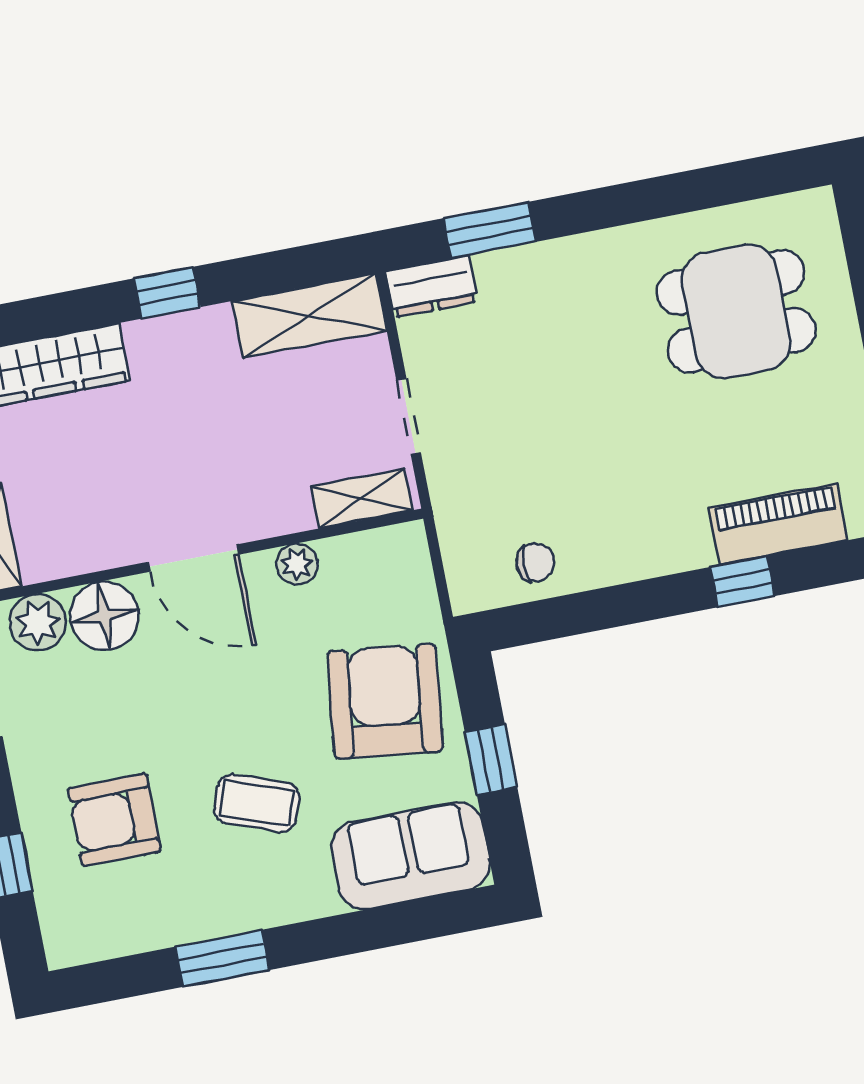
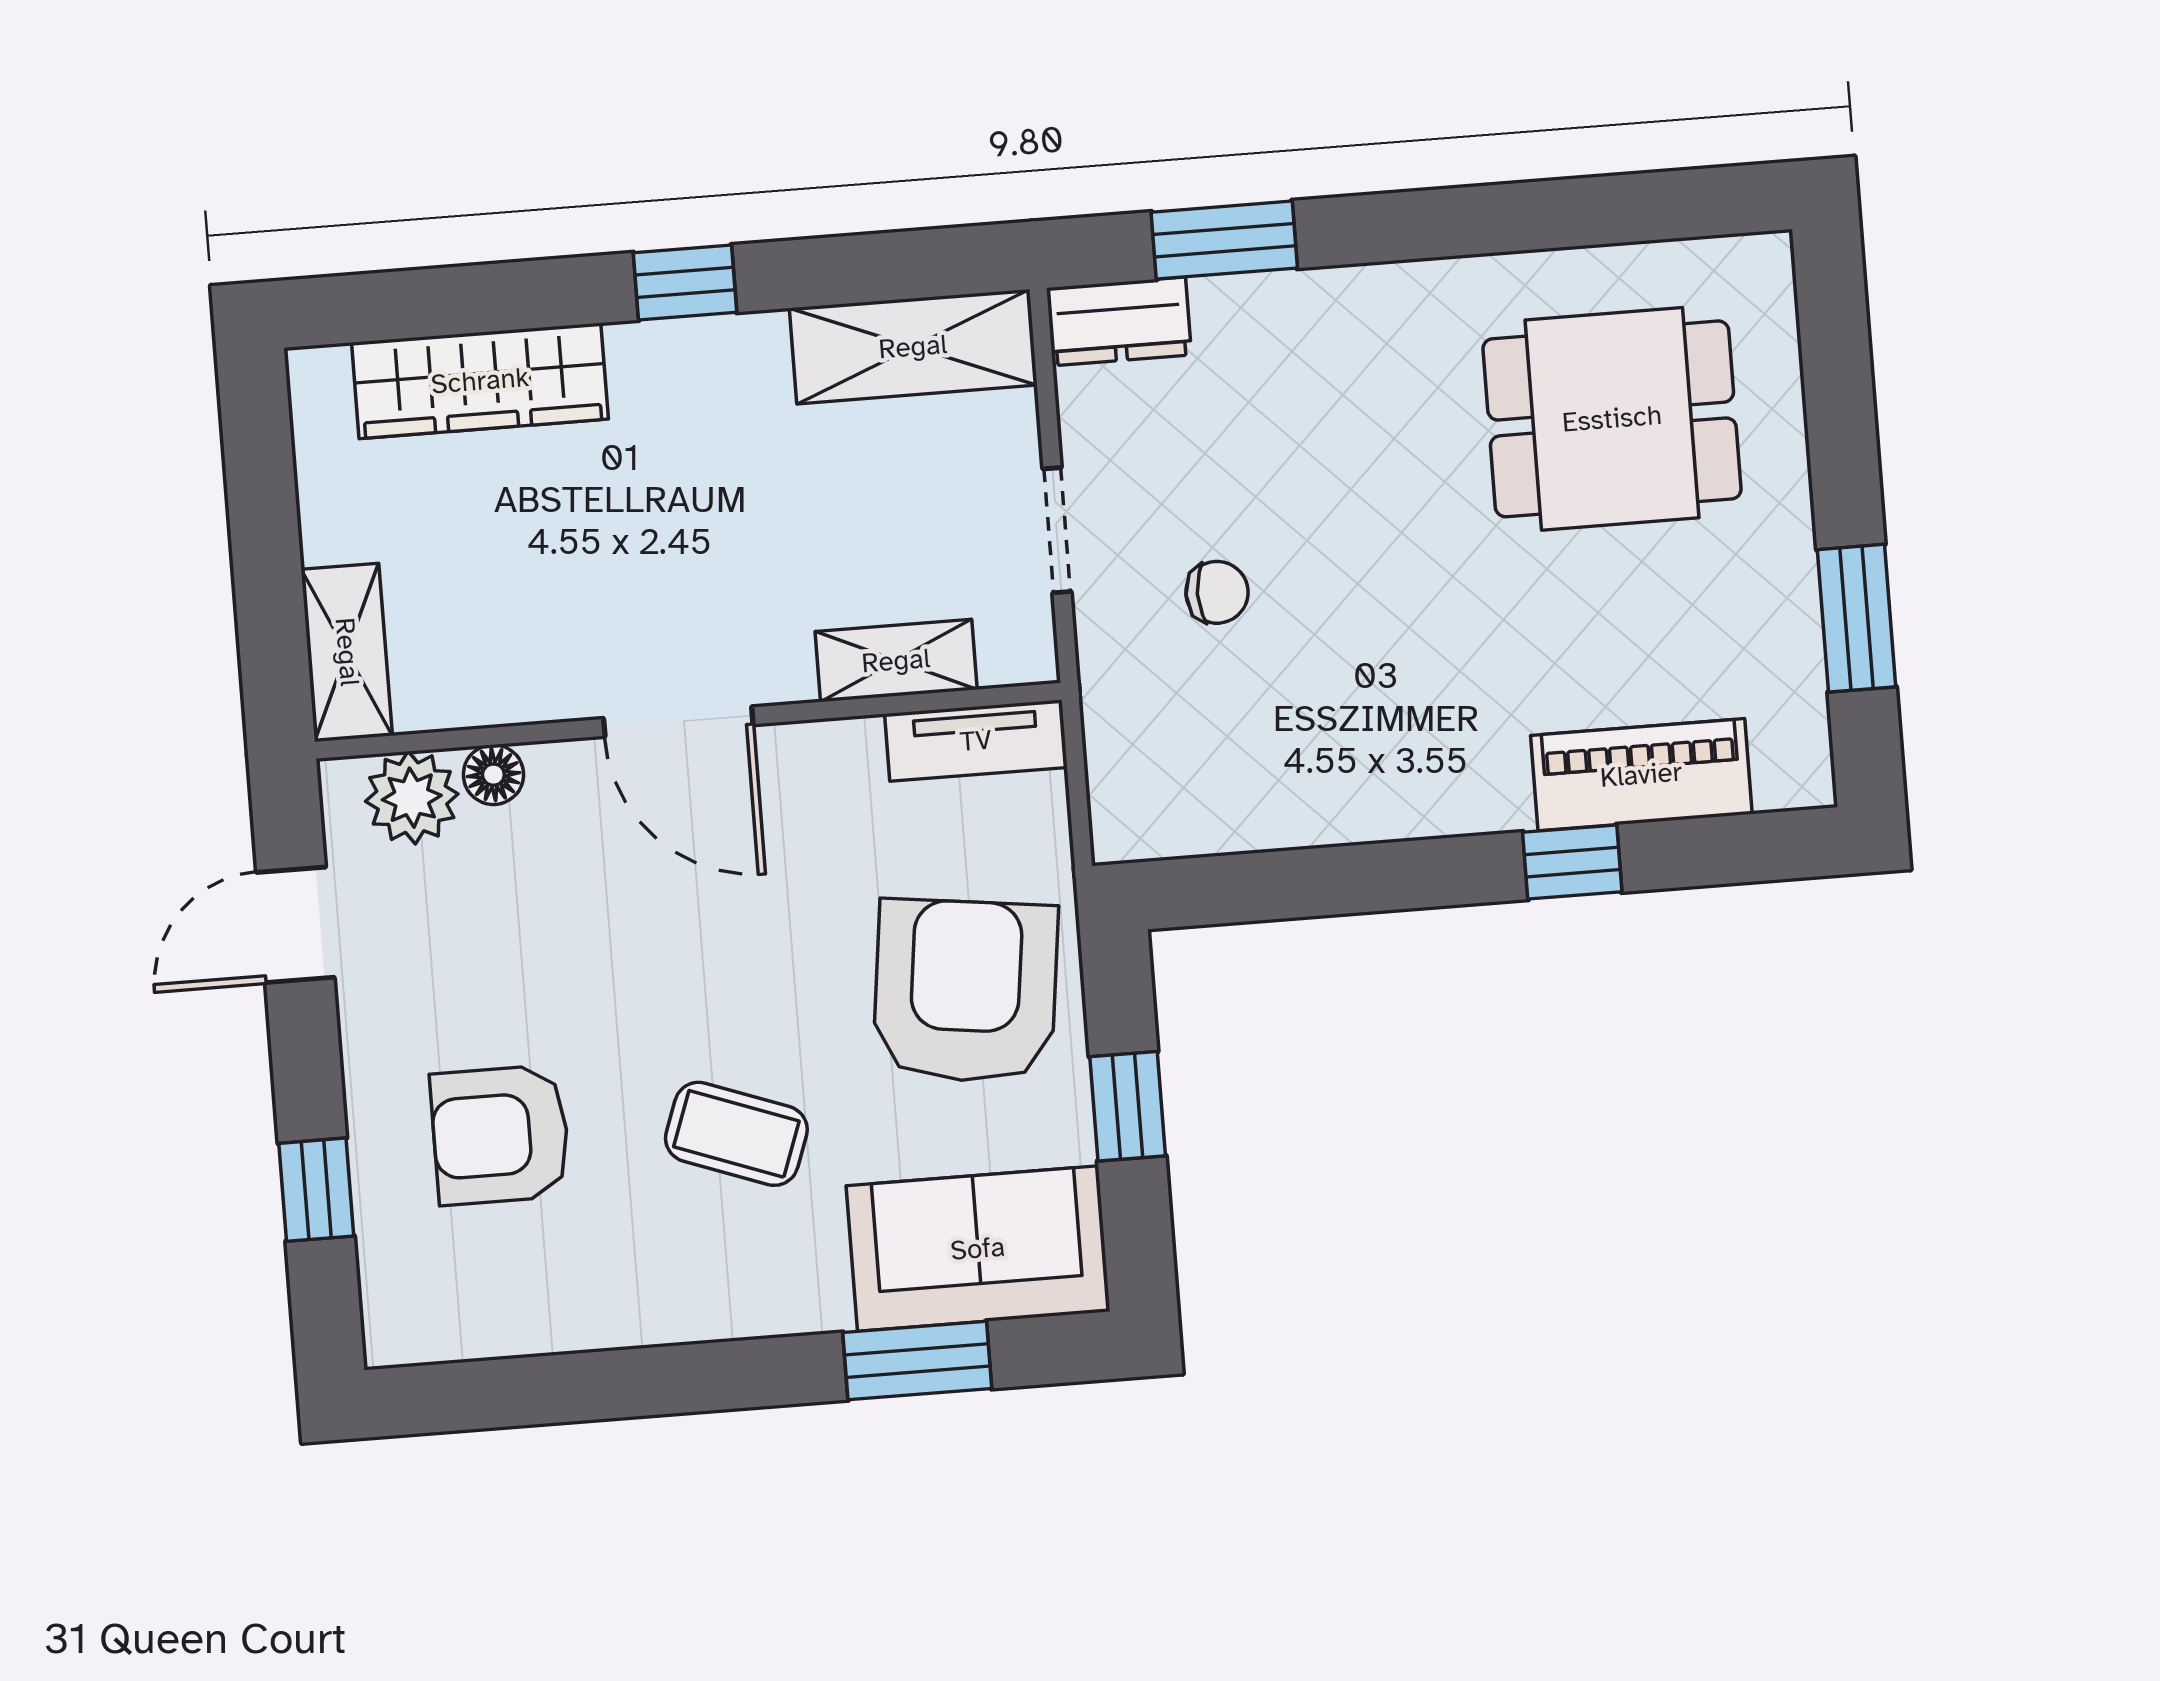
shelving: (362, 498) -> (896, 661), moved
tv unit: (374, 549) -> (976, 741), added
chair: (535, 562) -> (1217, 592), moved
plant: (297, 564) -> (847, 751), removed
floor lamp: (104, 616) -> (493, 775), width x0.53, depth x0.53
window: (222, 958) -> (917, 1360), moved

